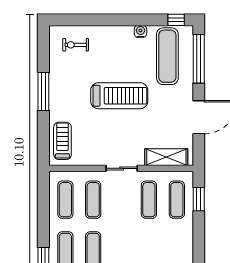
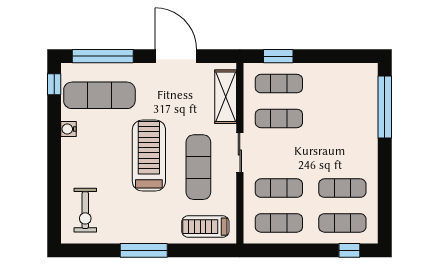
exercise bike: (76, 45) -> (85, 210), width x1.38, depth x1.39
exercise mat: (110, 135) -> (198, 167), added

